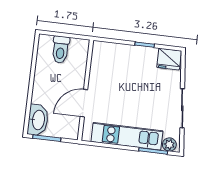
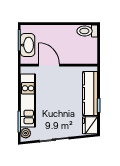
toilet: (61, 50) -> (87, 31), moved
kitchen counter: (128, 54) -> (90, 94), added
washbasin: (38, 120) -> (28, 45), moved, turned -90

